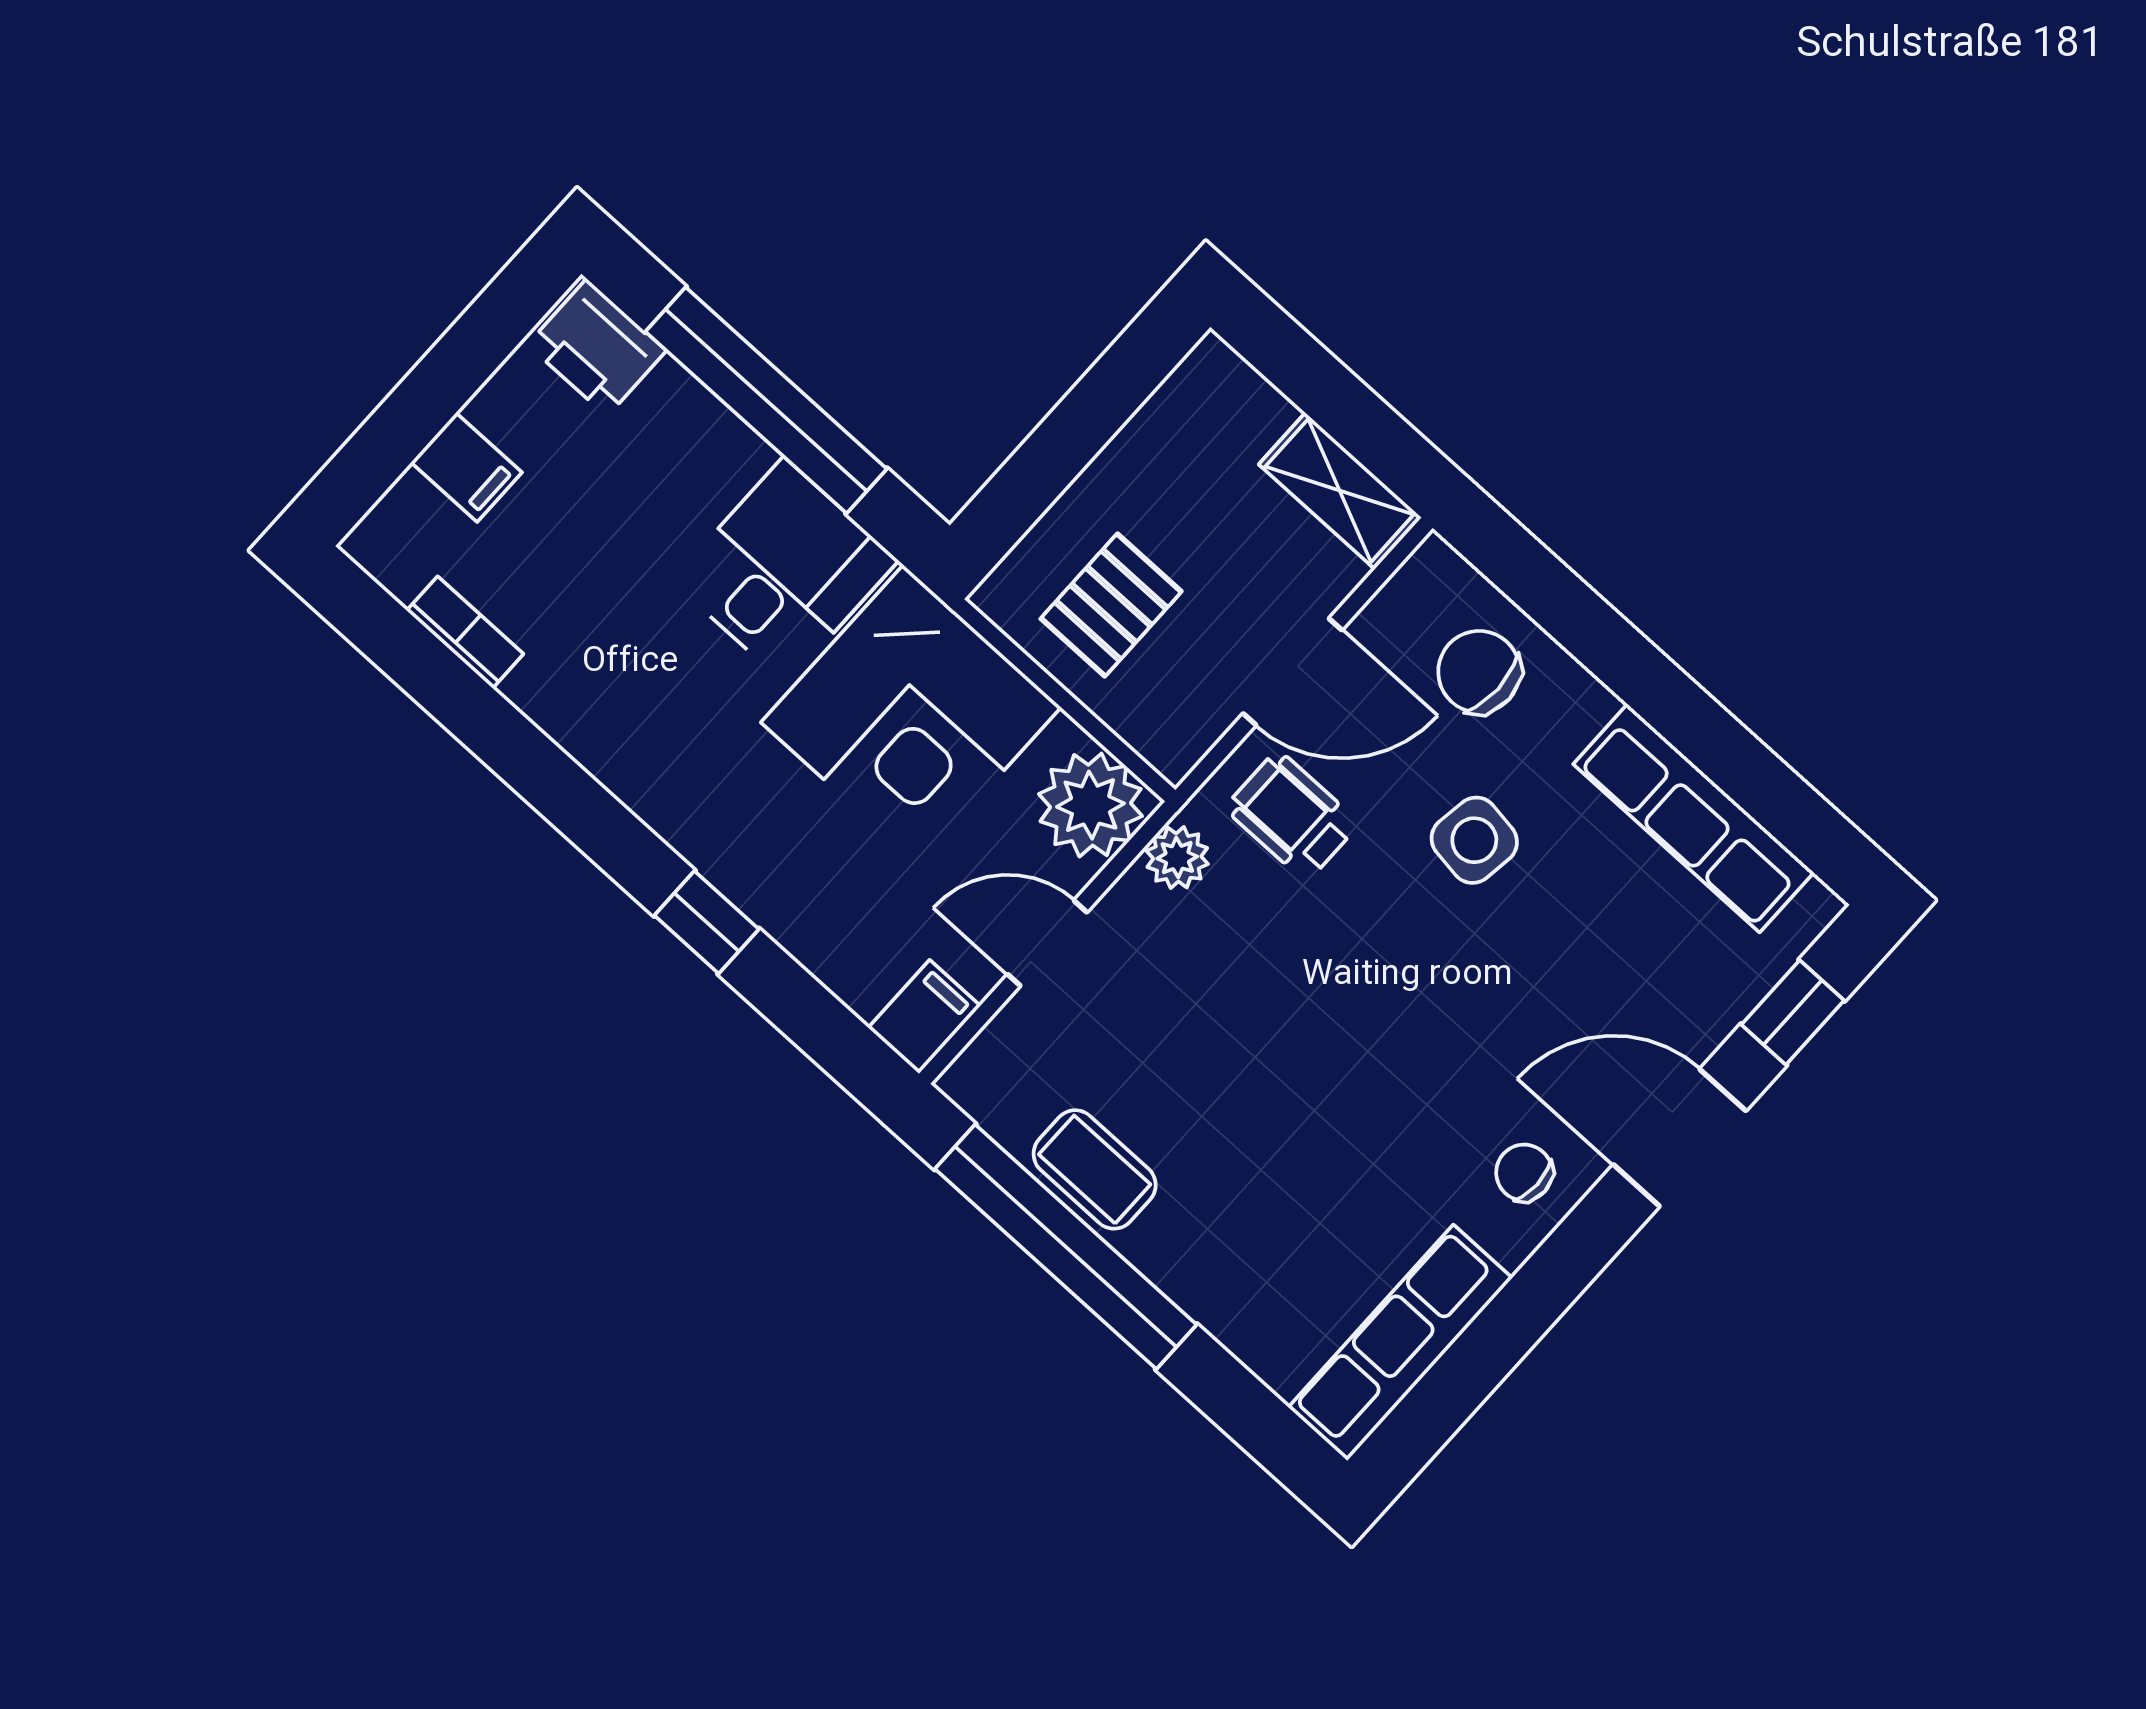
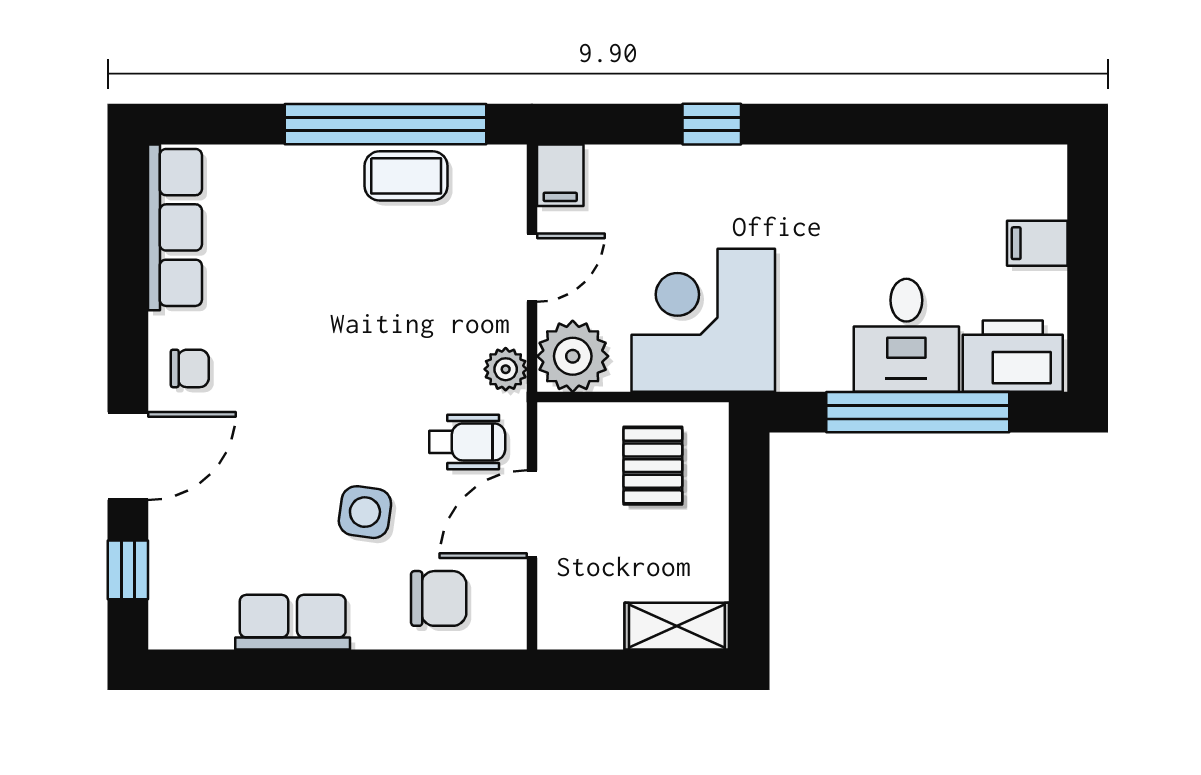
printer: (597, 348) -> (1013, 356), width x1.37, depth x1.19
shelving: (1340, 490) -> (677, 626), moved
desk: (785, 571) -> (906, 335), moved
bookcase: (465, 632) -> (964, 160), removed
row of seats: (1694, 818) -> (293, 622), width x0.68

